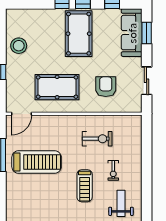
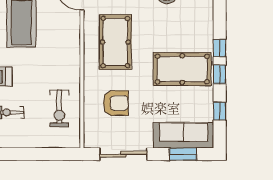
sliding door: (147, 81) -> (123, 154), width x1.37
exercise bike: (97, 139) -> (59, 109), moved

